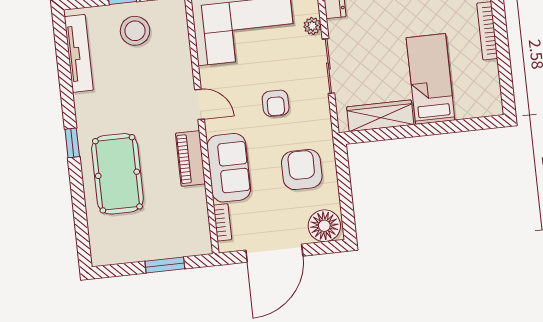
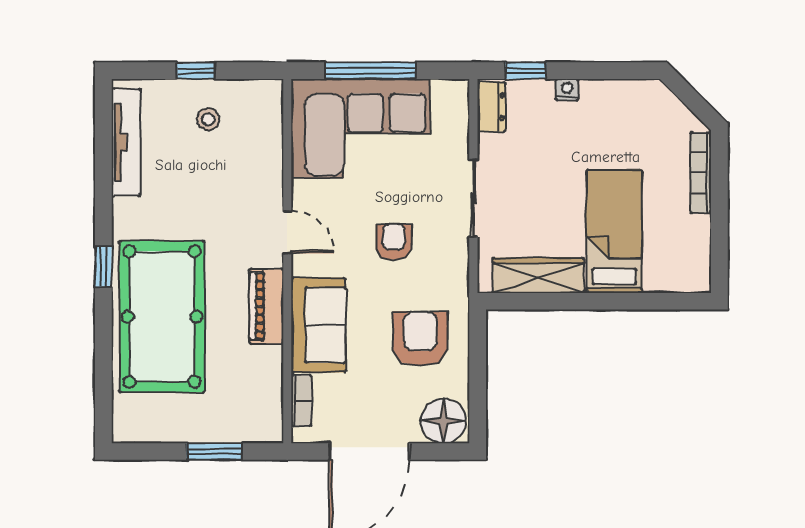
plant: (312, 26) -> (457, 139), removed
stool: (135, 31) -> (208, 119), width x0.53, depth x0.53
armchair: (276, 103) -> (394, 242), turned 180
pool table: (117, 174) -> (162, 317), width x1.36, depth x1.32

